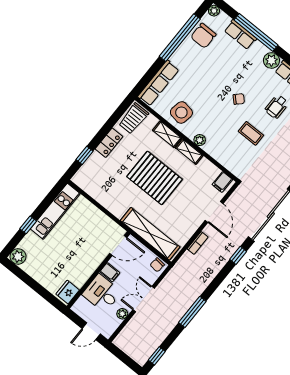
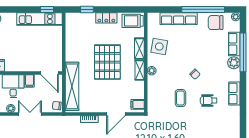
plant: (271, 60) -> (234, 63), moved
row of seats: (158, 83) -> (179, 19), moved
window: (28, 225) -> (47, 9), moved

